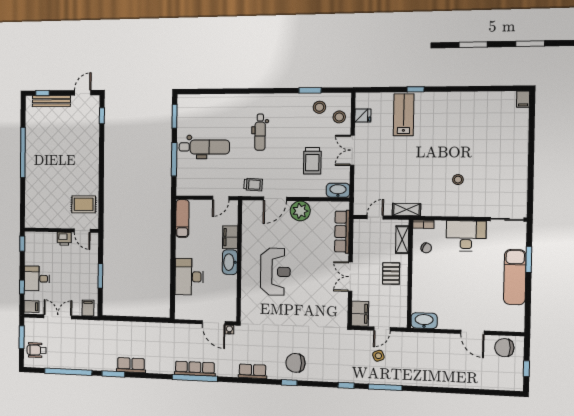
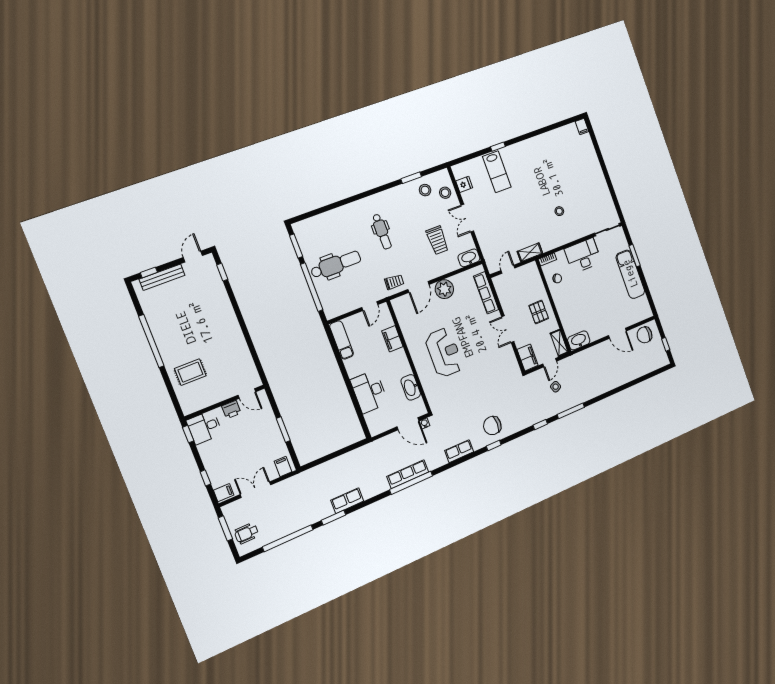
lab bench: (404, 115) -> (497, 172), turned 180
window: (174, 159) -> (312, 287), width x1.46
rug: (84, 204) -> (190, 372), moved
shelving: (402, 240) -> (559, 343), moved
washbasin: (230, 262) -> (411, 387), moved
desk: (37, 279) -> (204, 427), moved

